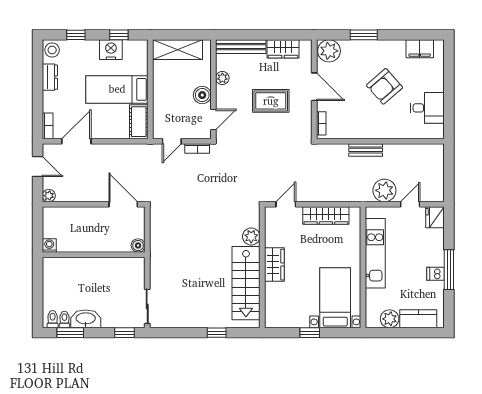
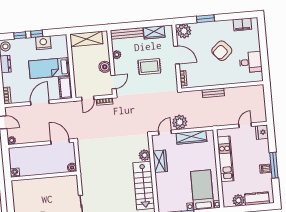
window: (119, 35) -> (37, 34), moved
door: (76, 141) -> (40, 103), moved
plant: (384, 190) -> (180, 122), moved
wardrobe: (274, 265) -> (160, 161), moved

